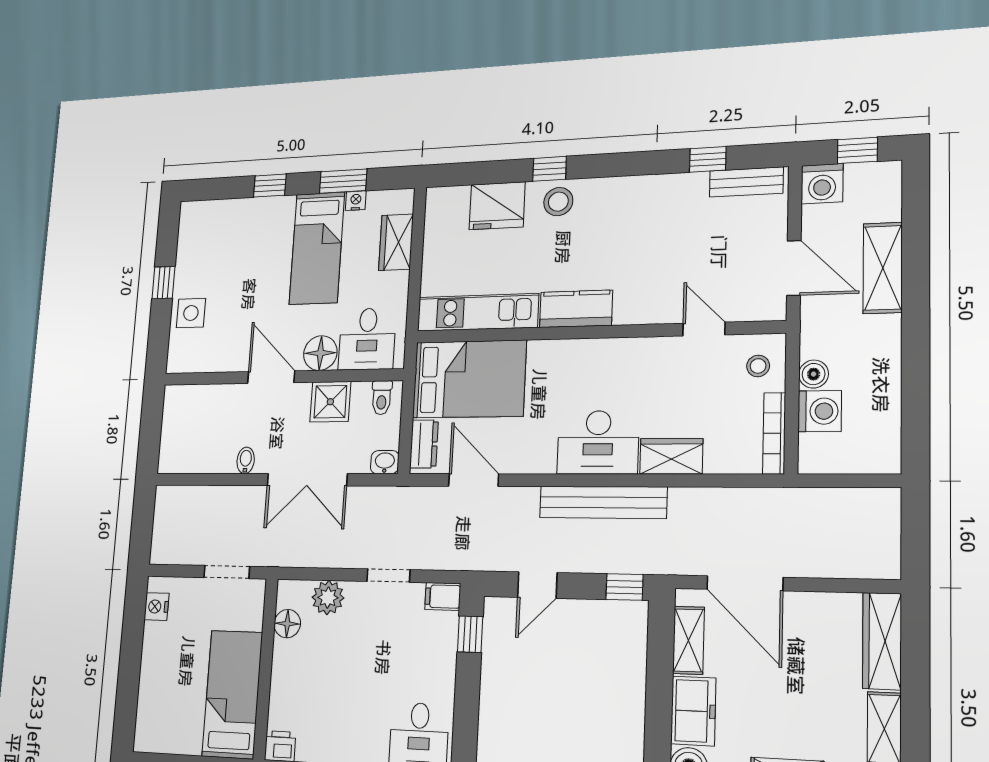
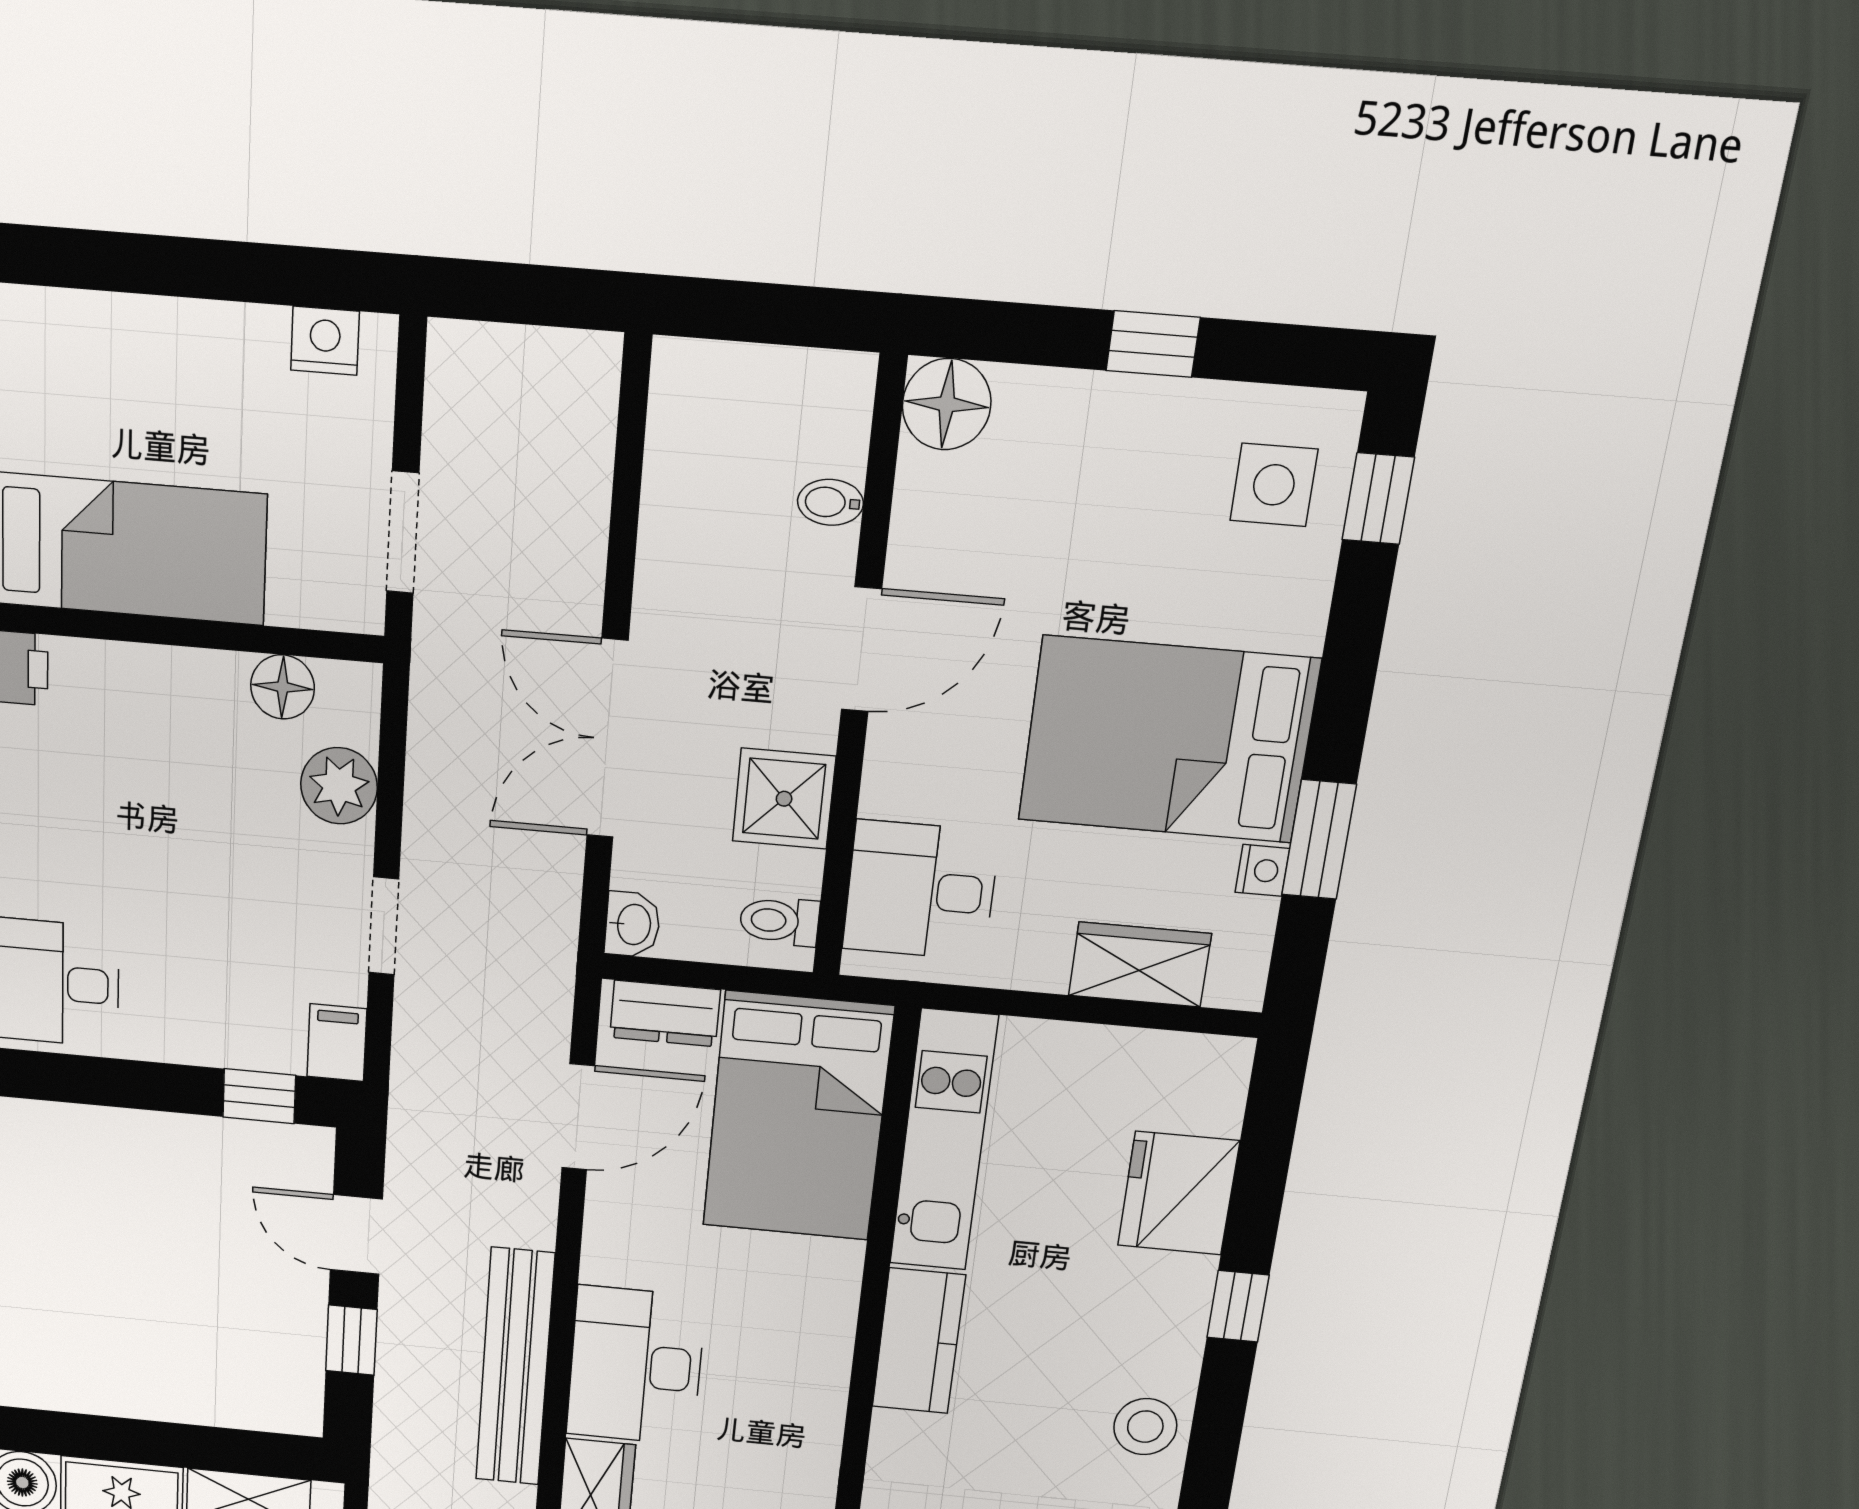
window: (270, 186) -> (1378, 499), moved
stool: (558, 202) -> (1145, 1427), moved
bed: (317, 248) -> (1168, 740), width x1.50
side table: (191, 313) -> (1274, 485), moved
floor lamp: (320, 353) -> (947, 404), moved
bidet: (246, 460) -> (830, 502), moved, turned 180
window: (624, 587) -> (351, 1340), moved

